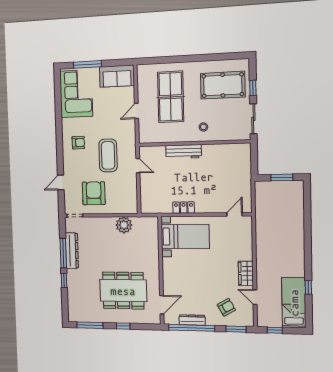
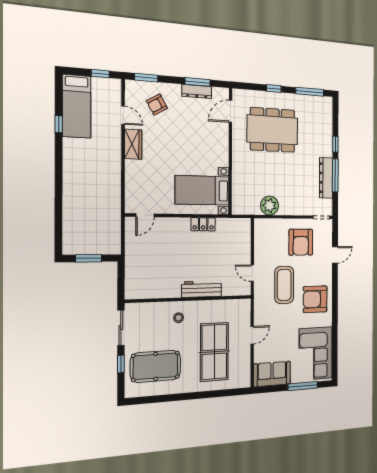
armchair: (78, 143) -> (315, 299), width x1.88, depth x1.88
window: (192, 328) -> (198, 82), width x0.47

